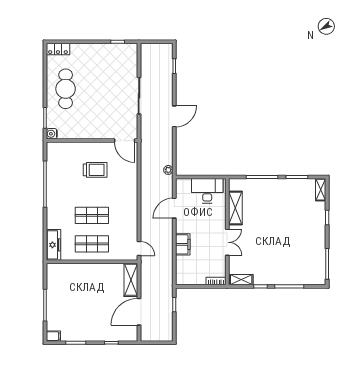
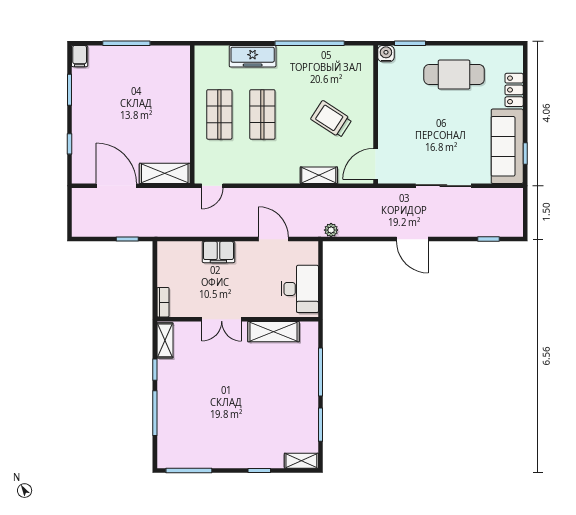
locker: (58, 49) -> (514, 90), moved
sofa: (113, 54) -> (507, 146), added
trolley: (95, 170) -> (331, 119), turned 123
shelving: (132, 178) -> (319, 175), added
freezer: (53, 245) -> (253, 56), moved

